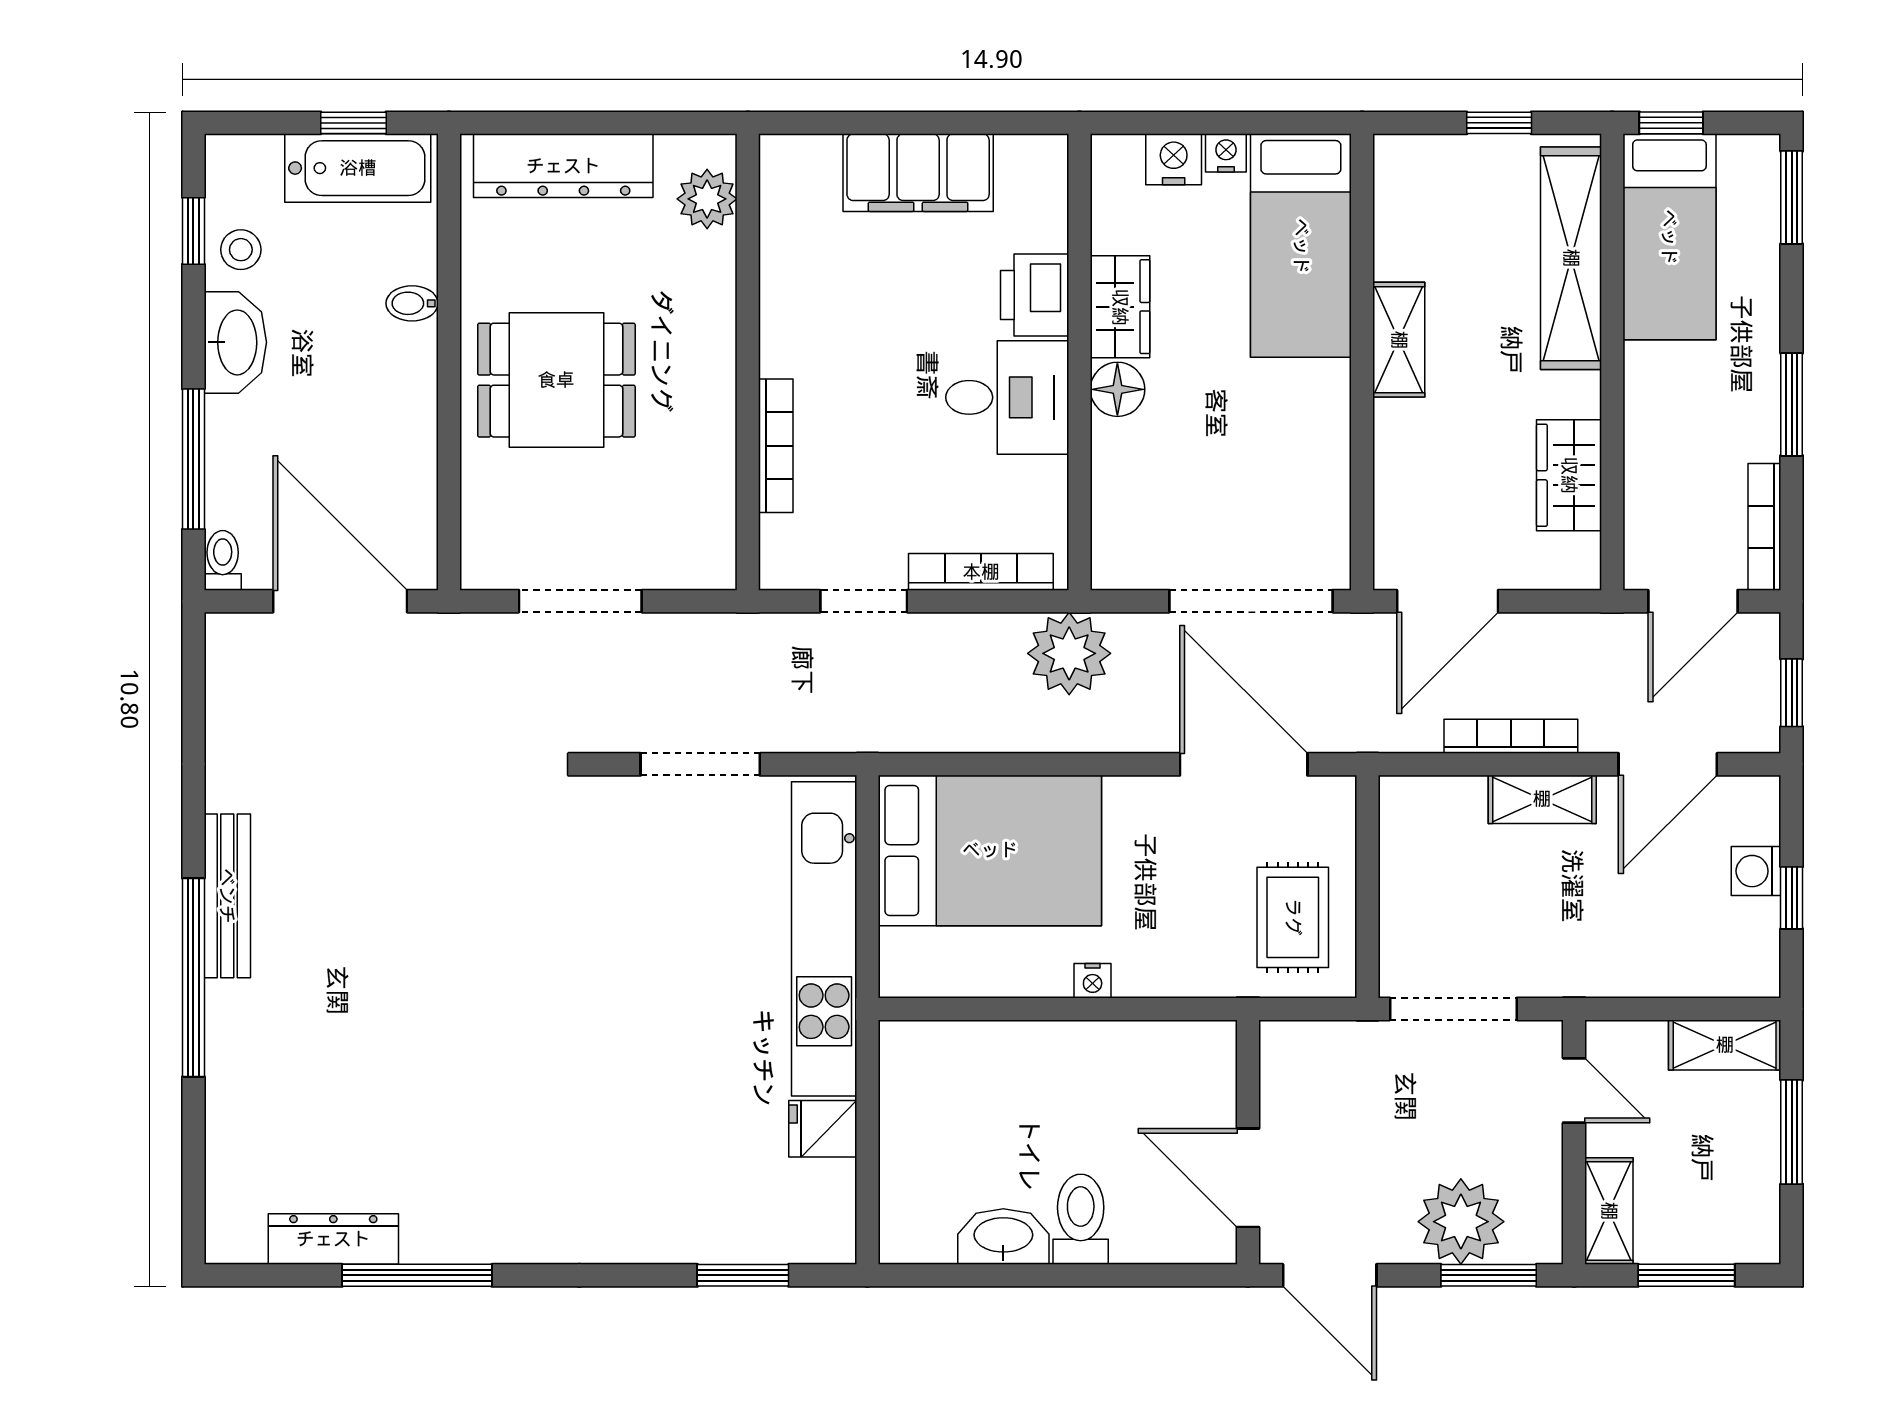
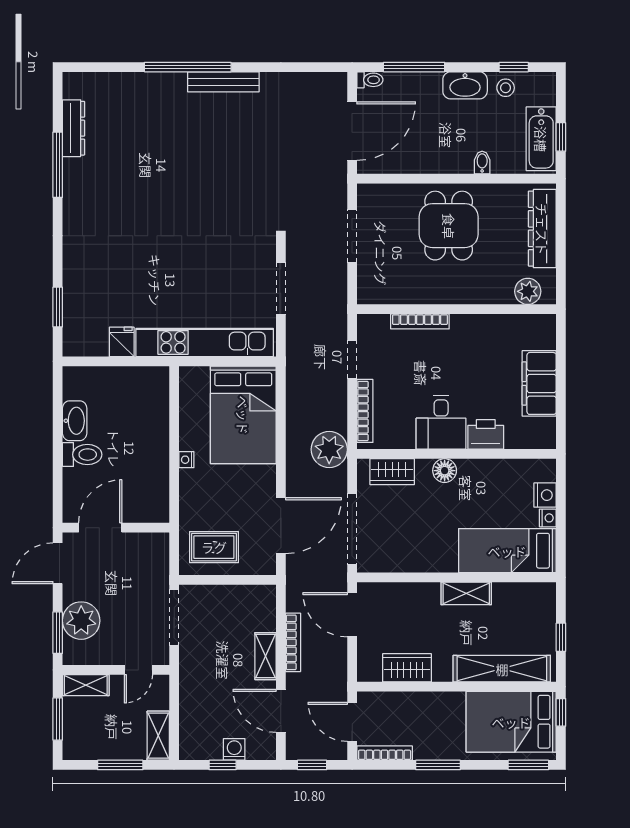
bed: (1669, 237) -> (511, 722), width x1.50
wardrobe: (1120, 307) -> (392, 472), moved

